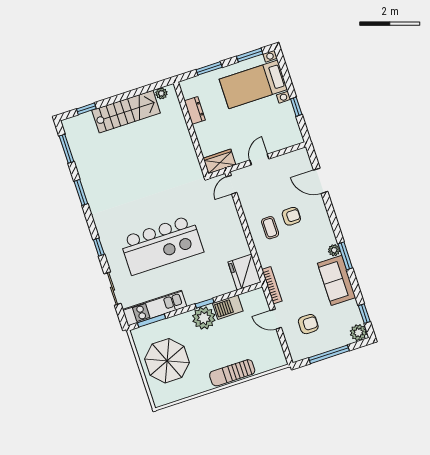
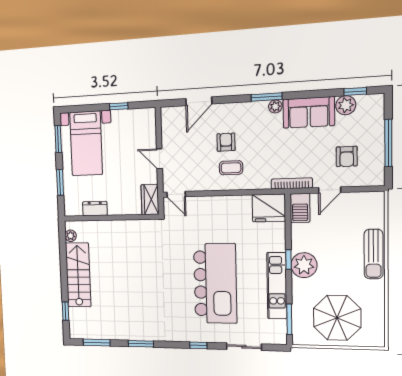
window: (345, 256) -> (267, 97), moved
barbecue: (228, 307) -> (300, 208), moved
kitchen unit: (155, 308) -> (277, 286), moved
armchair: (308, 324) -> (347, 156), turned 180
plant: (358, 333) -> (346, 105), moved

